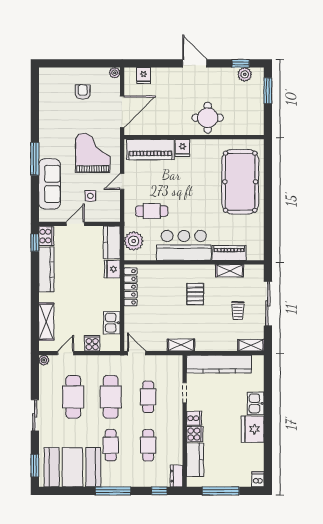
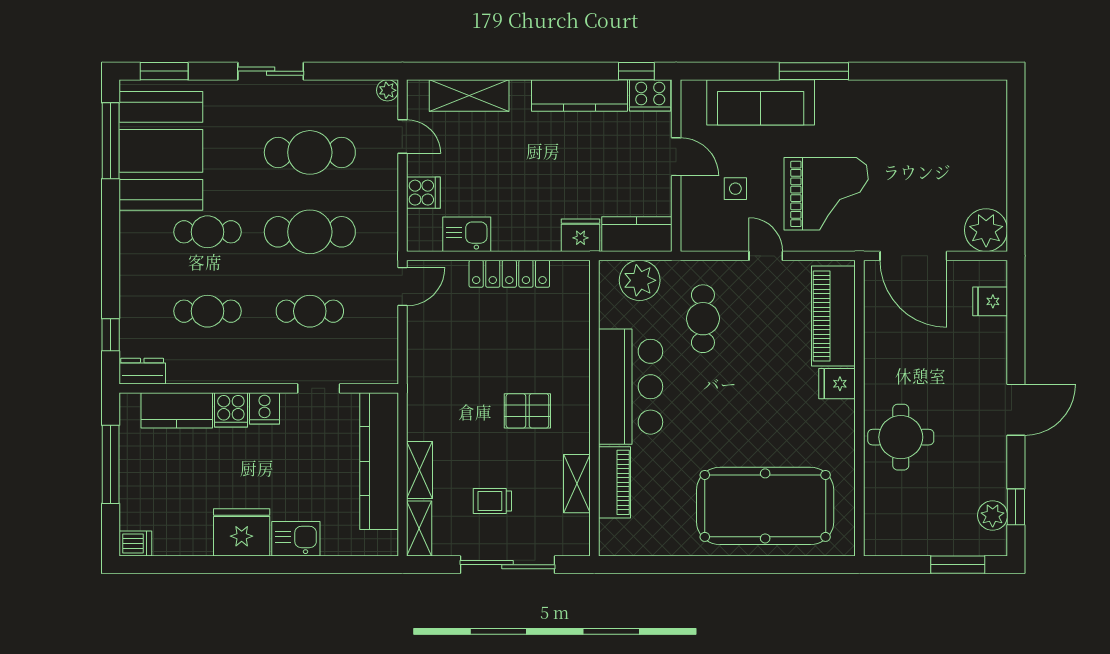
plant: (115, 73) -> (986, 230), width x1.88, depth x1.88
armchair: (83, 92) -> (955, 172), removed
locker: (131, 287) -> (509, 274), moved
shelving: (181, 345) -> (420, 470), moved
window: (113, 491) -> (111, 141), moved

